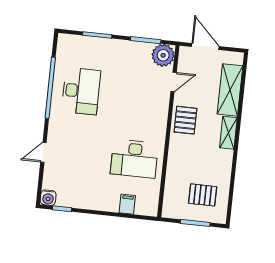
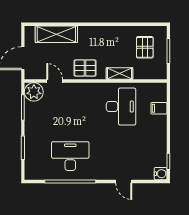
shelving: (228, 133) -> (119, 74), moved

